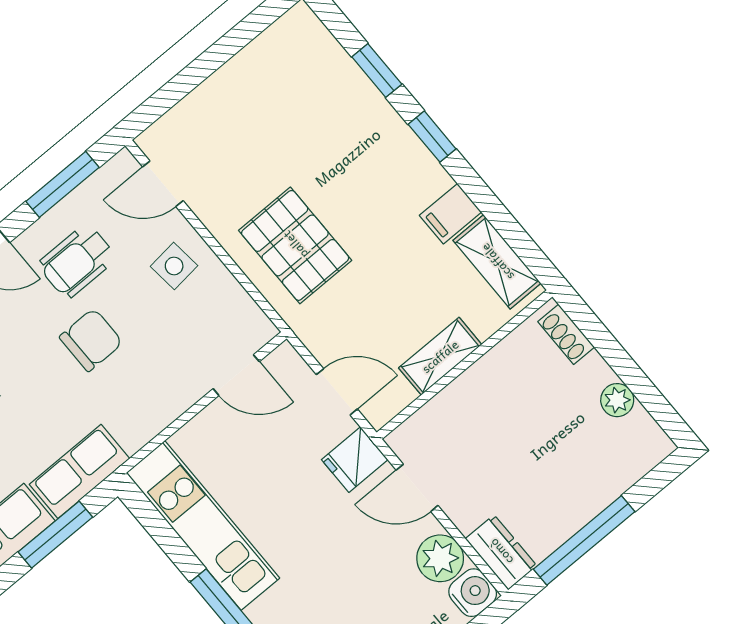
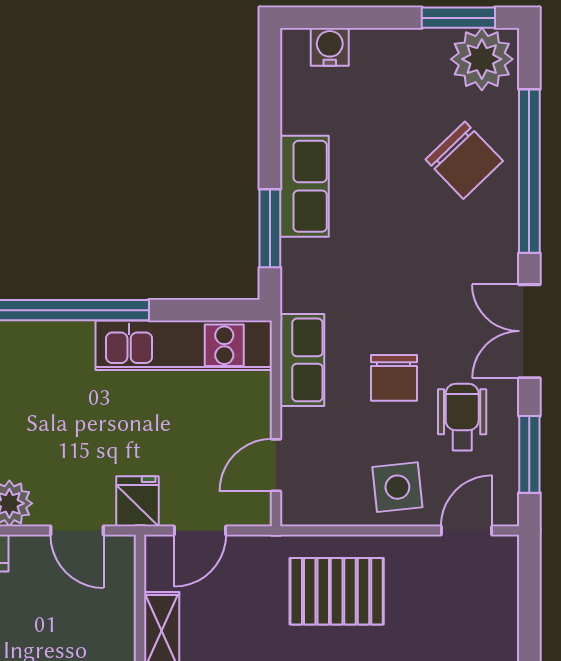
side table: (174, 266) -> (397, 487), width x1.37, depth x1.37
row of seats: (80, 471) -> (302, 360), moved
door: (417, 488) -> (77, 530), swing flipped

